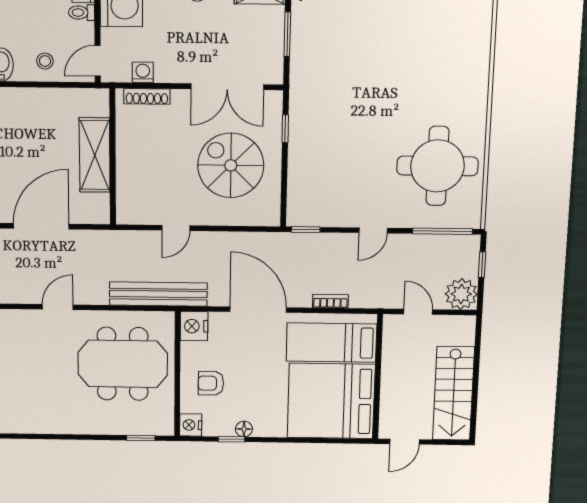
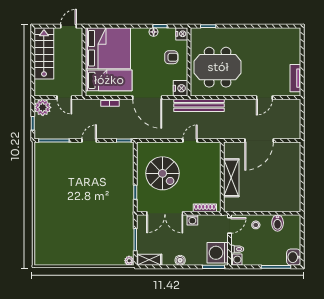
washing machine: (143, 72) -> (192, 220), moved
double door: (227, 87) -> (165, 213), swing flipped
round table: (437, 166) -> (58, 174), removed
door: (58, 307) -> (264, 98), moved

